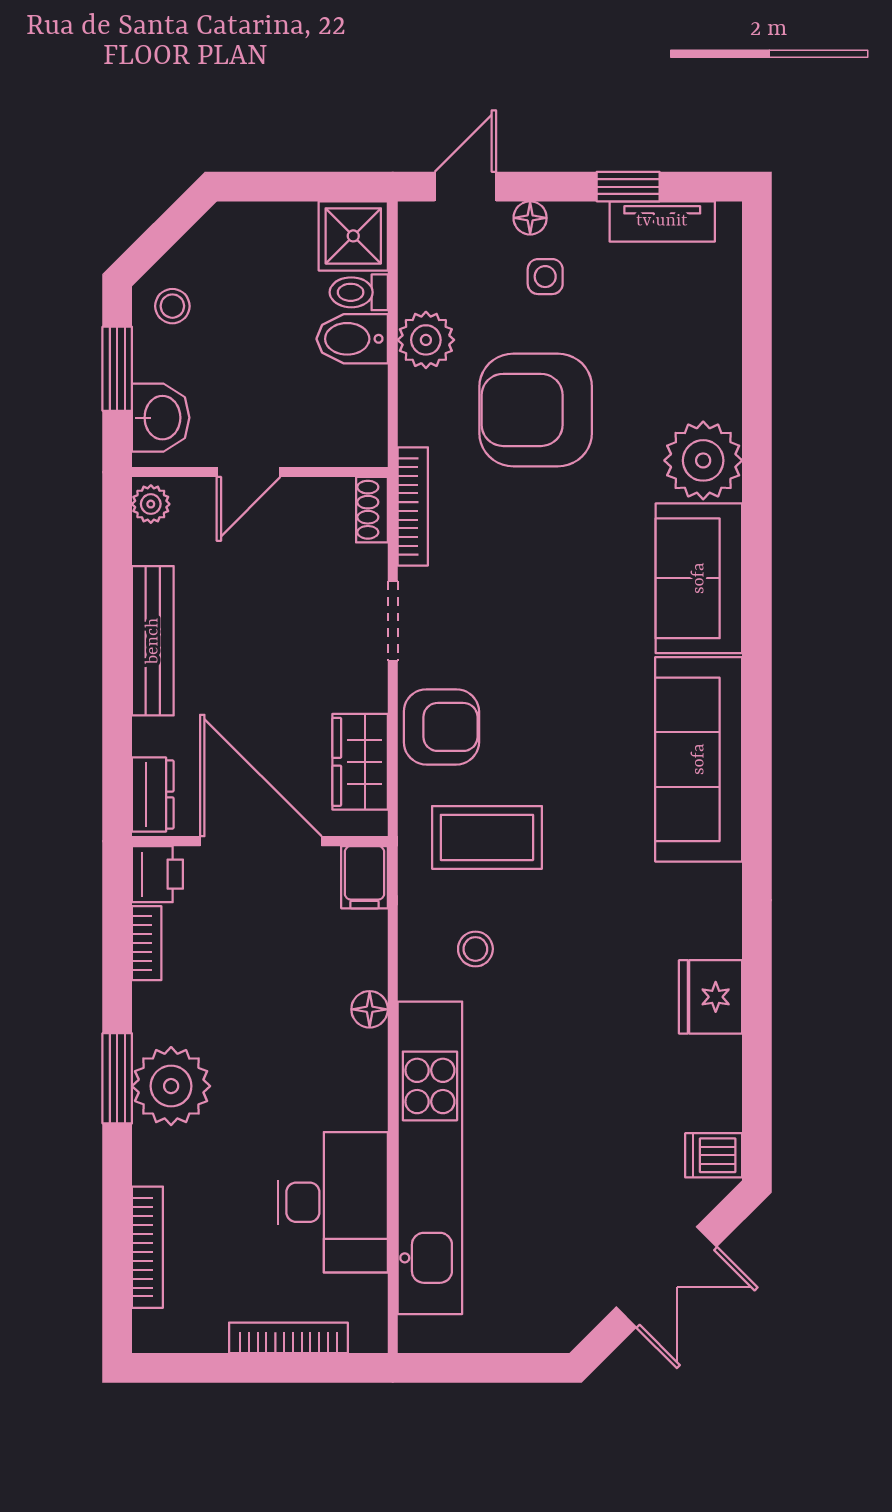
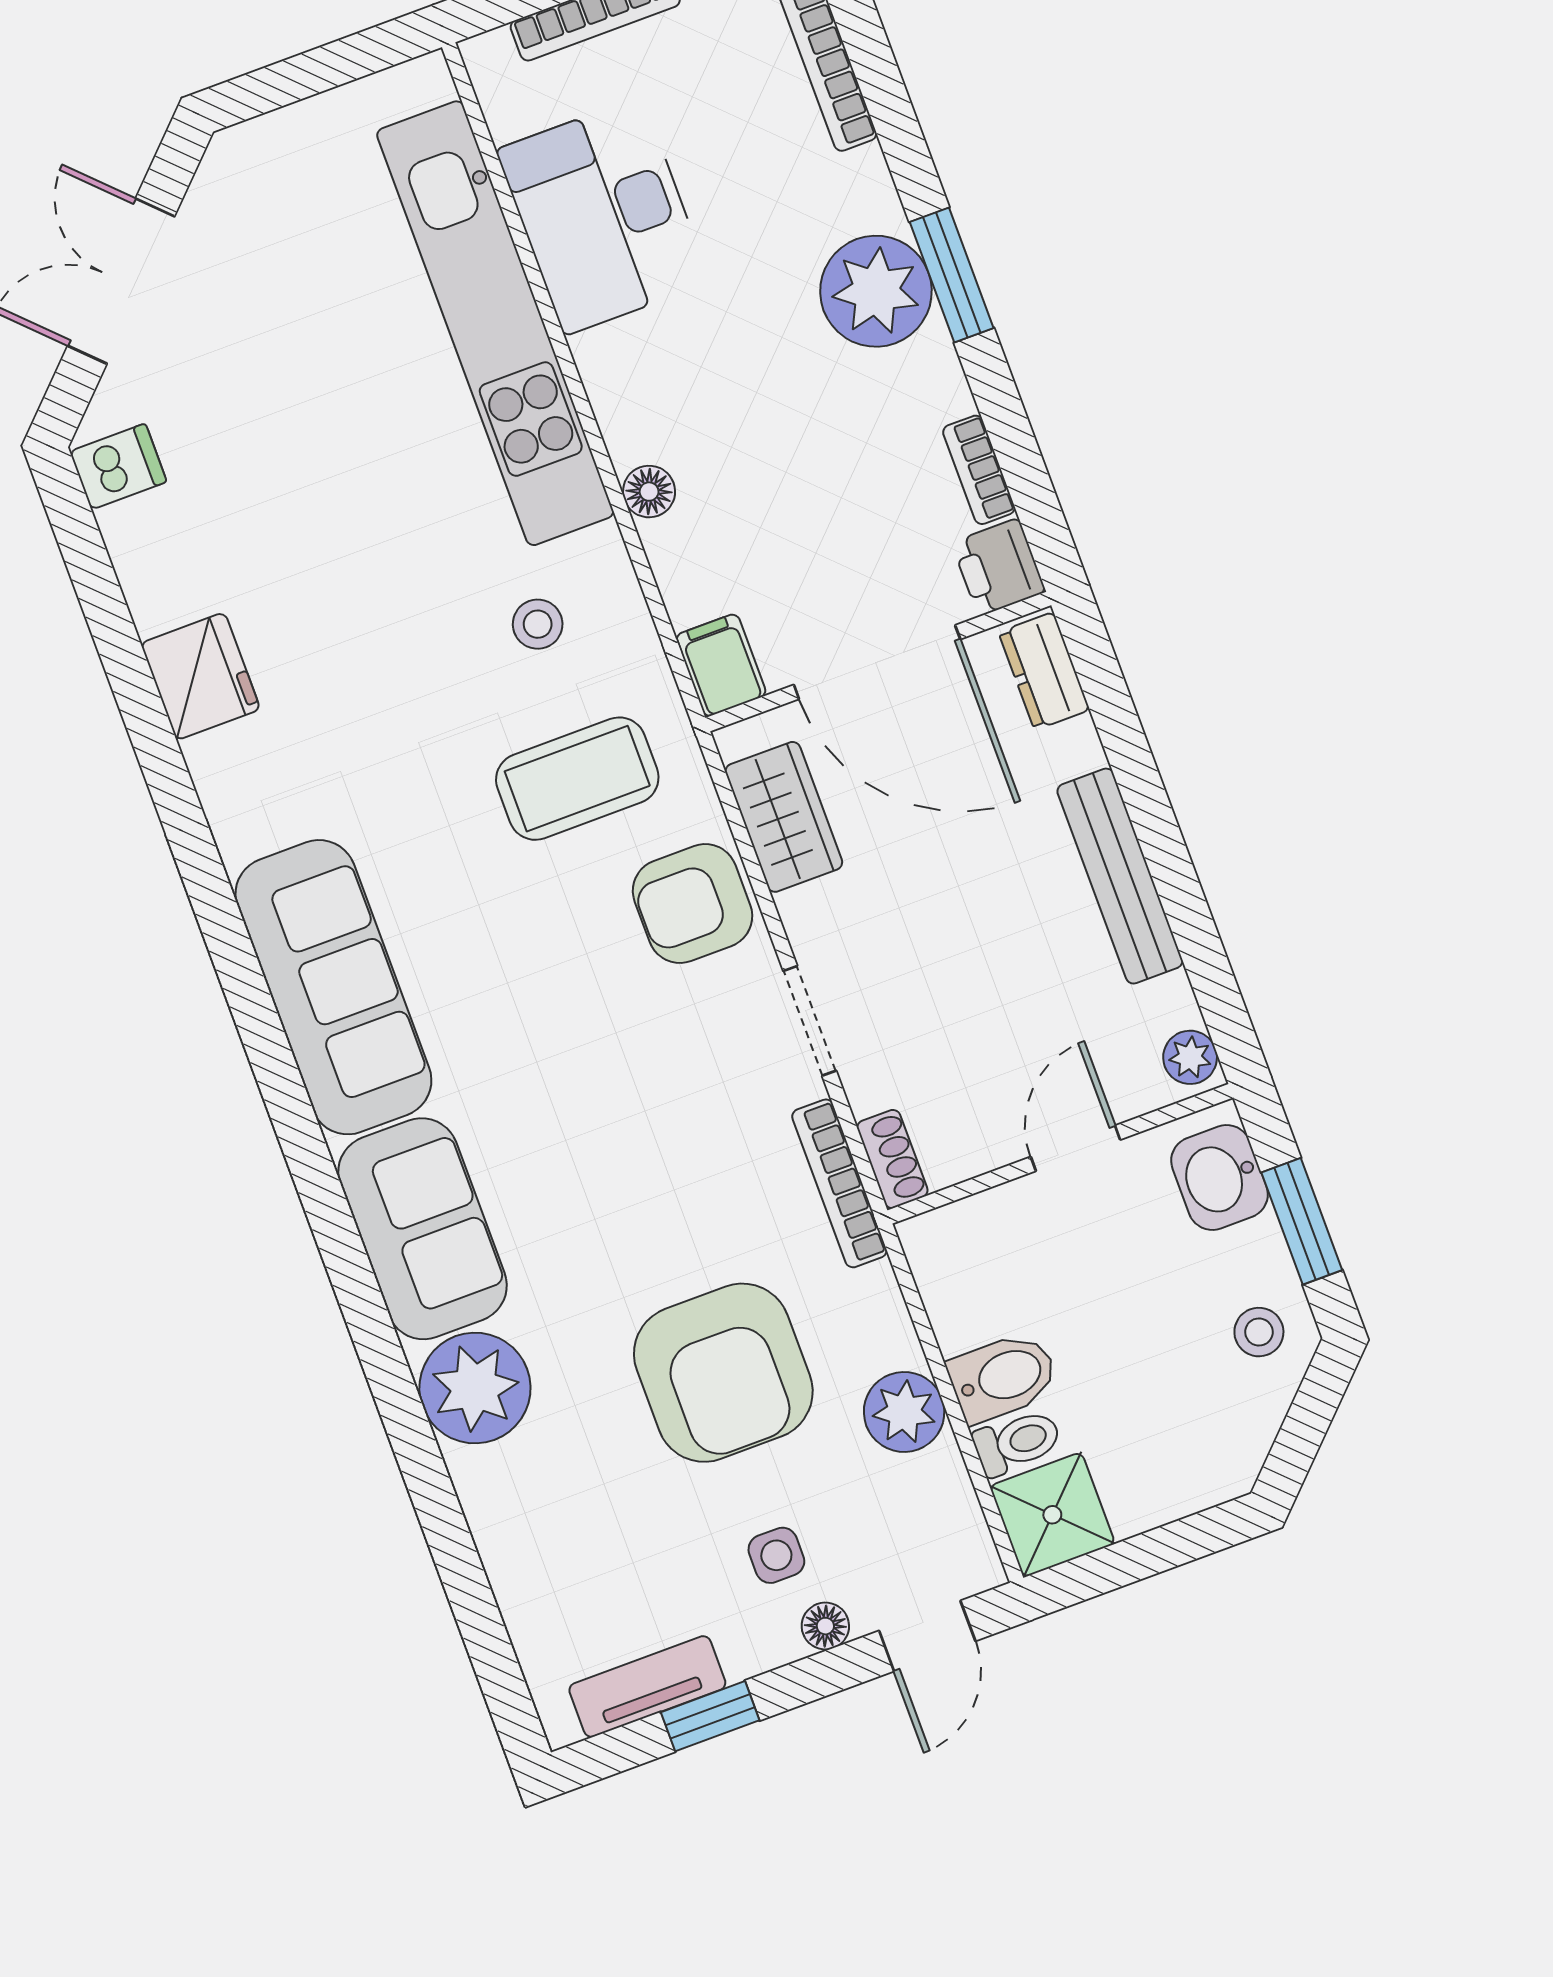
armchair: (536, 410) -> (723, 1373), turned 90

